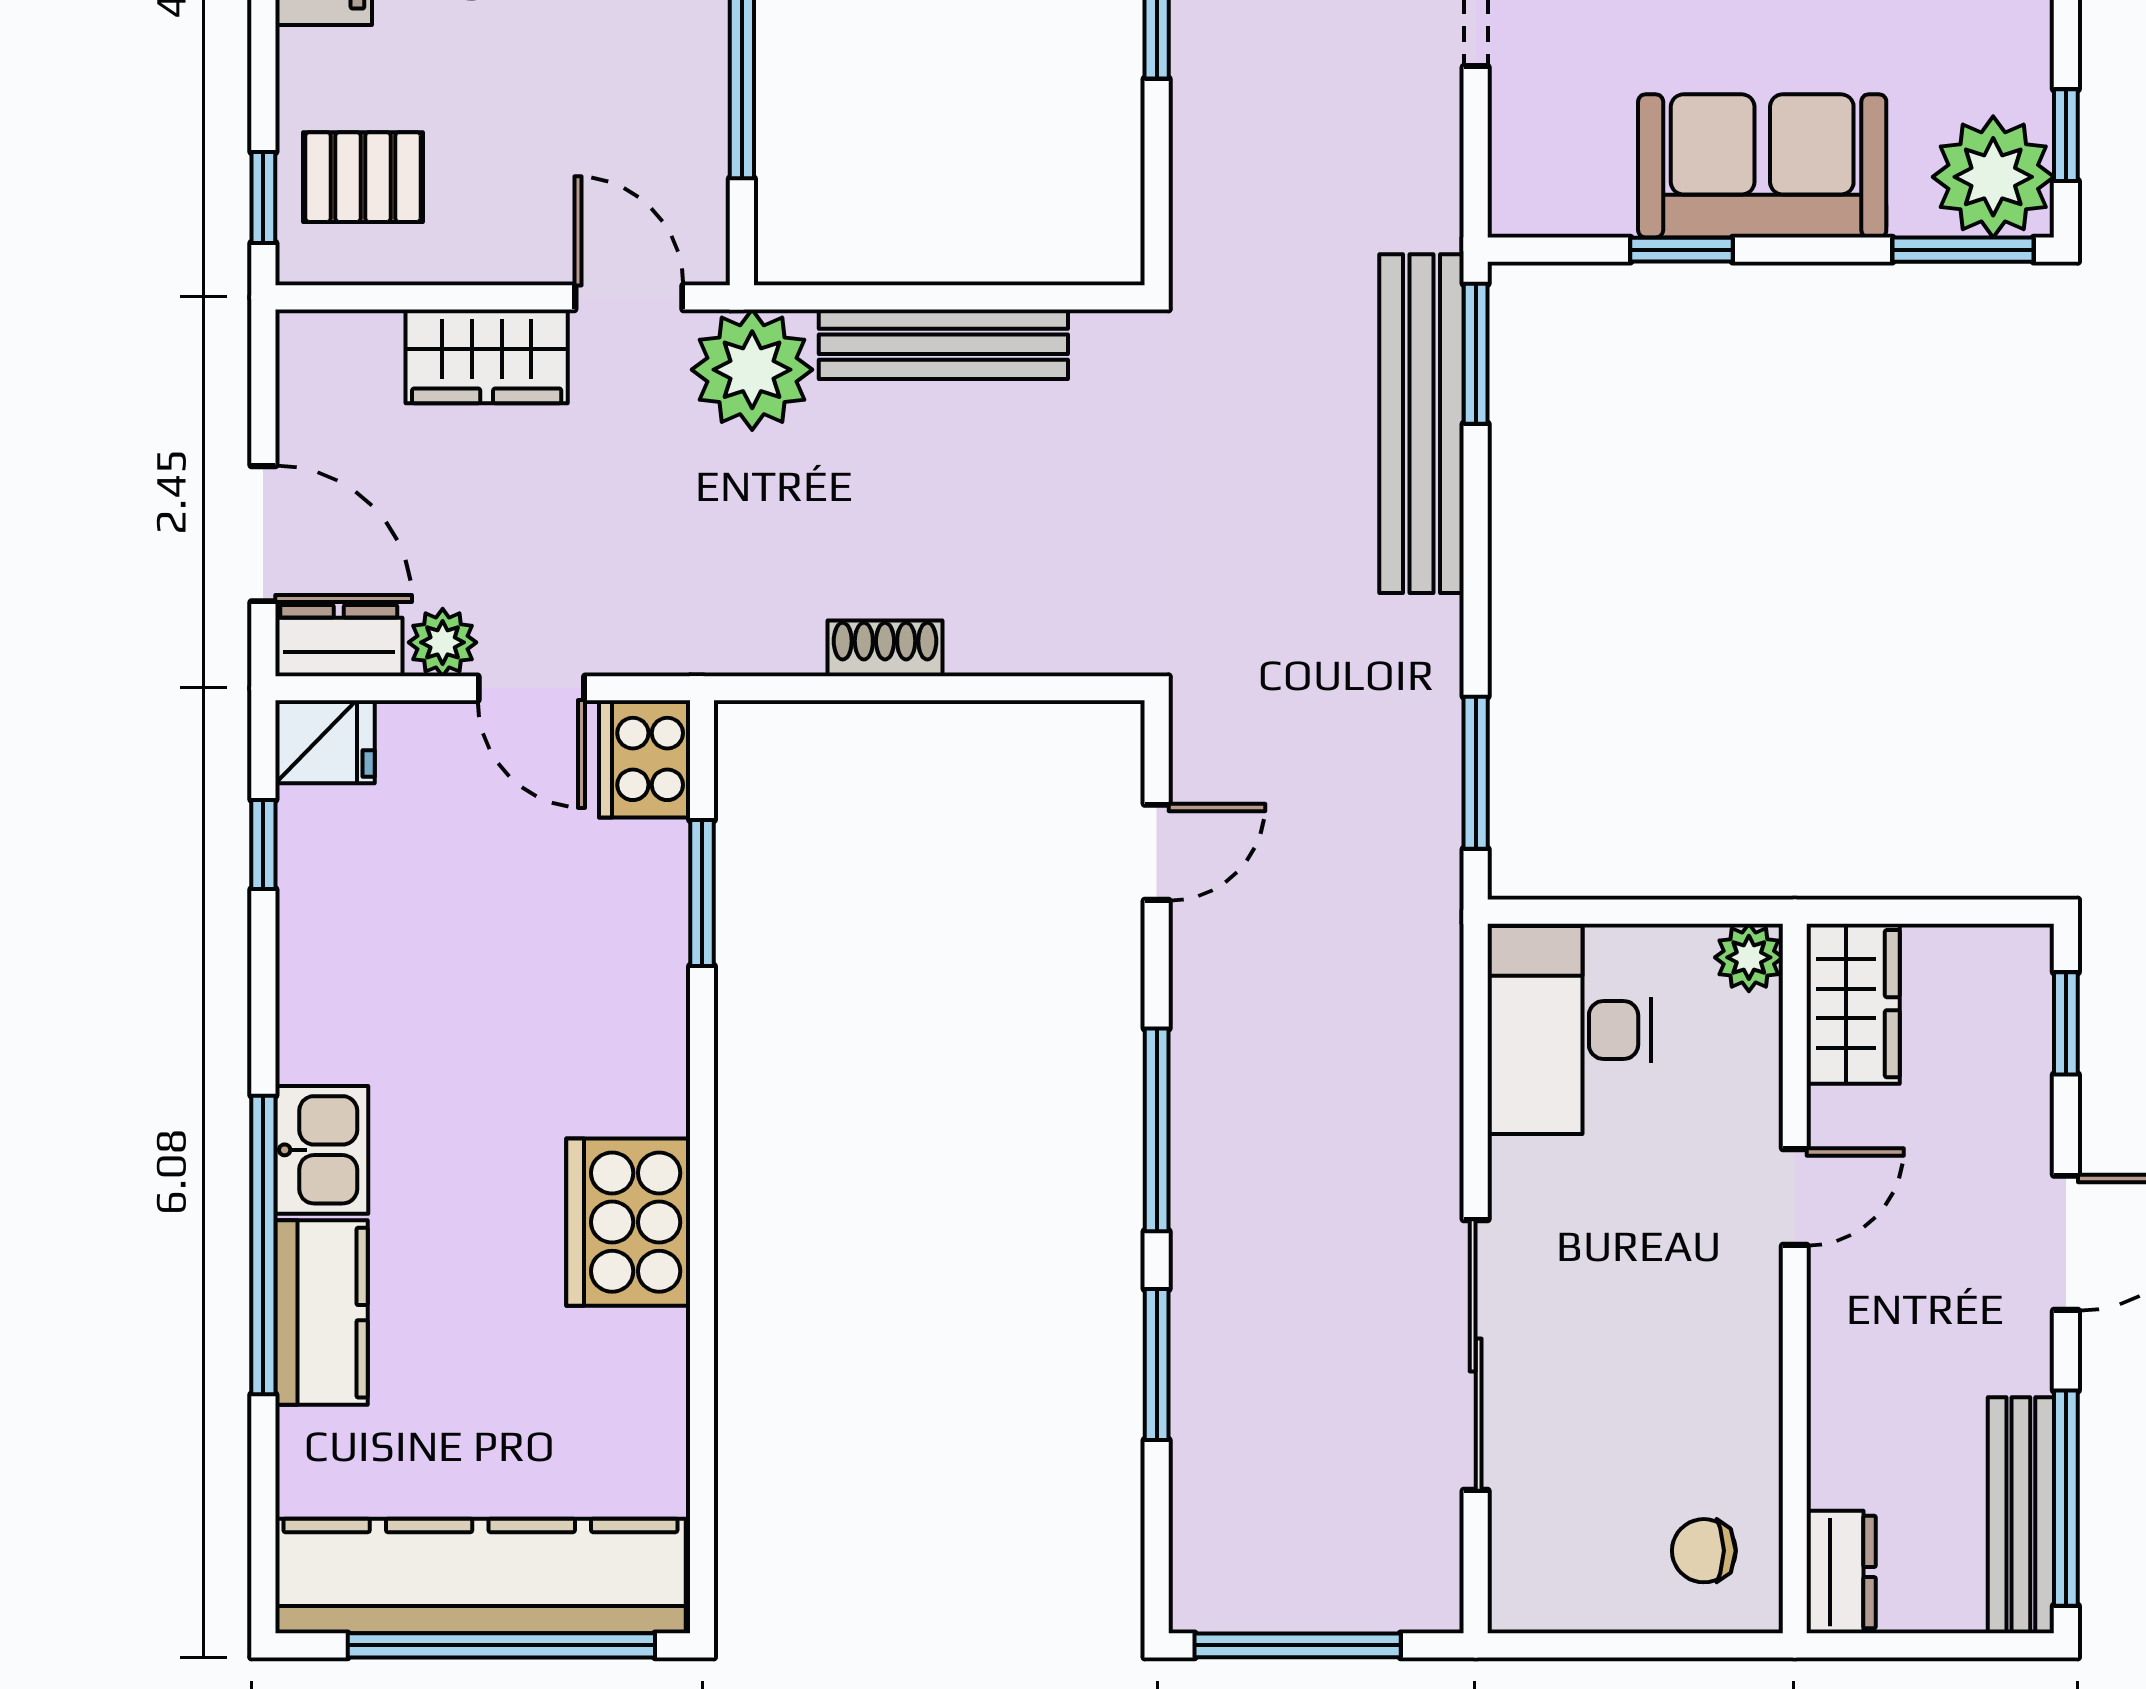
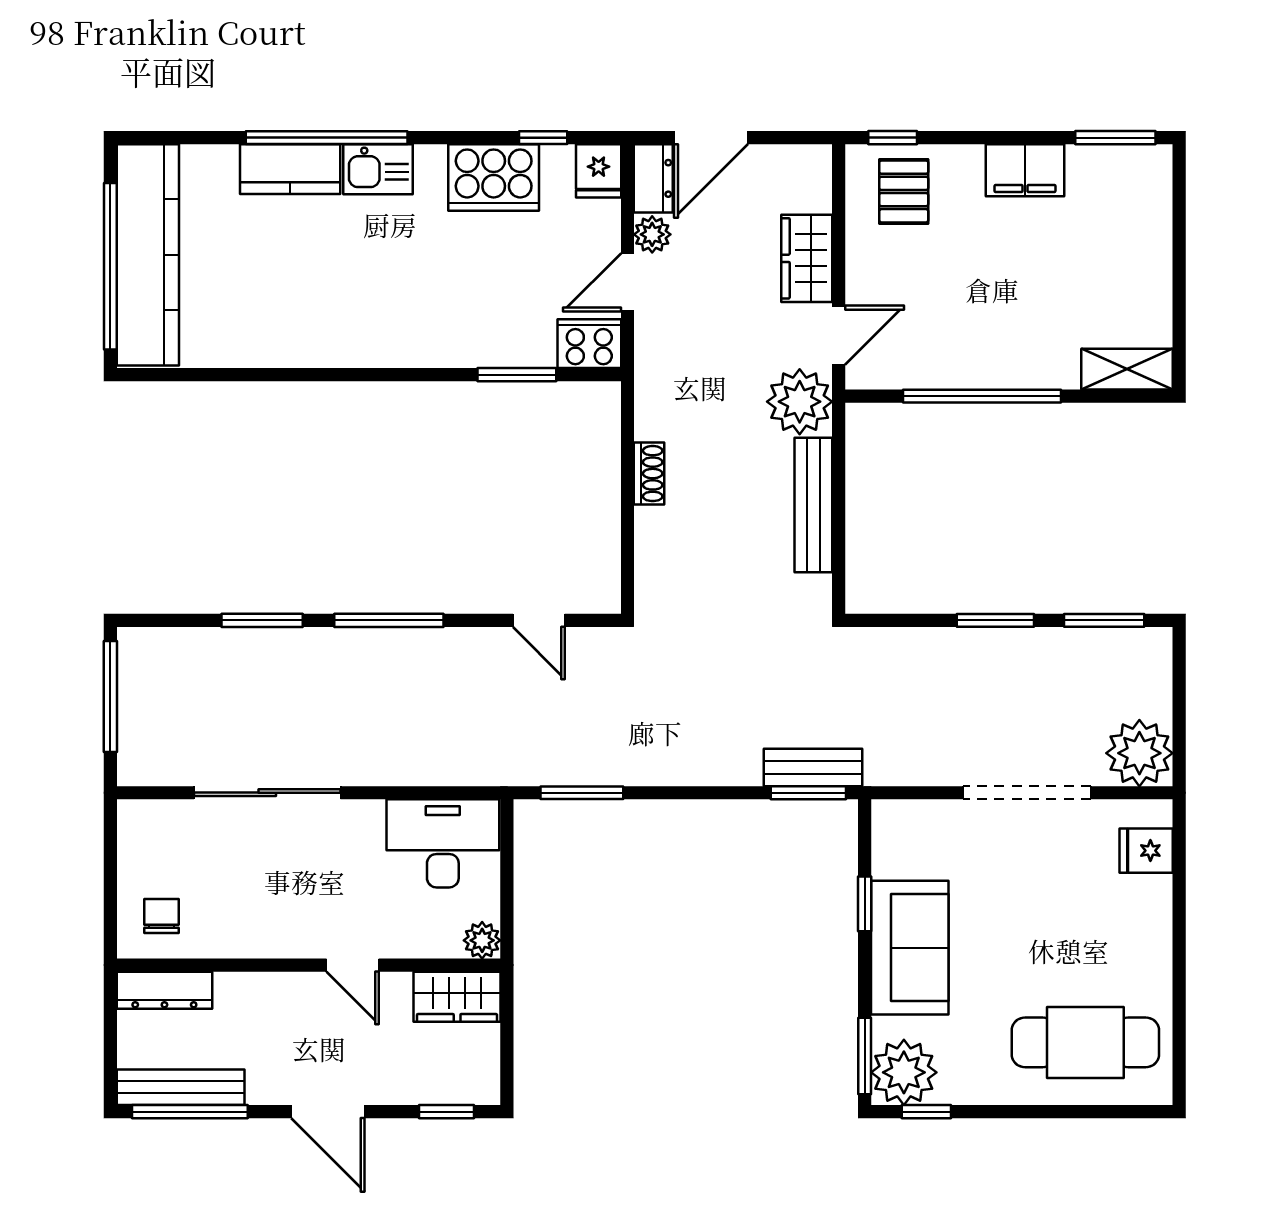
bench: (1422, 424) -> (813, 767), width x0.54, depth x0.82
cooker: (628, 1222) -> (494, 177), moved, turned 180
dresser: (1841, 1572) -> (164, 990), width x1.44

